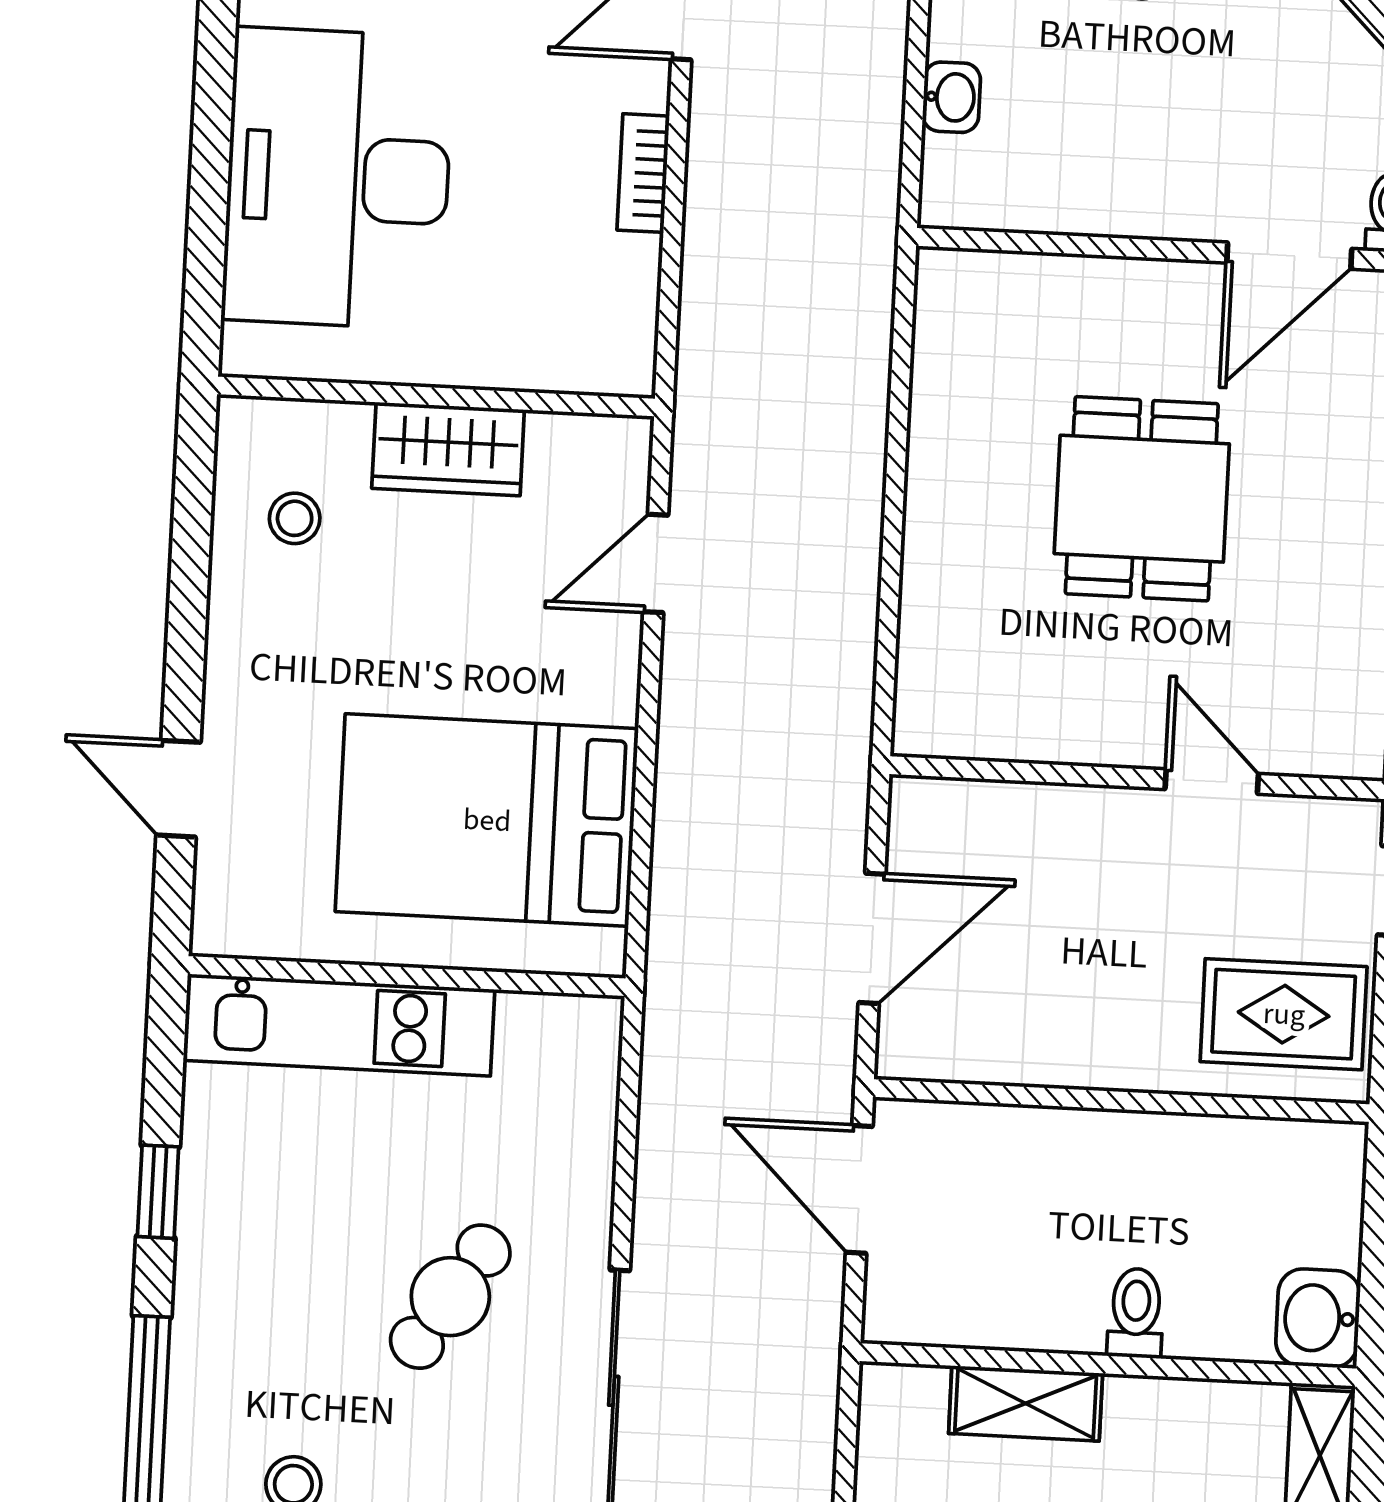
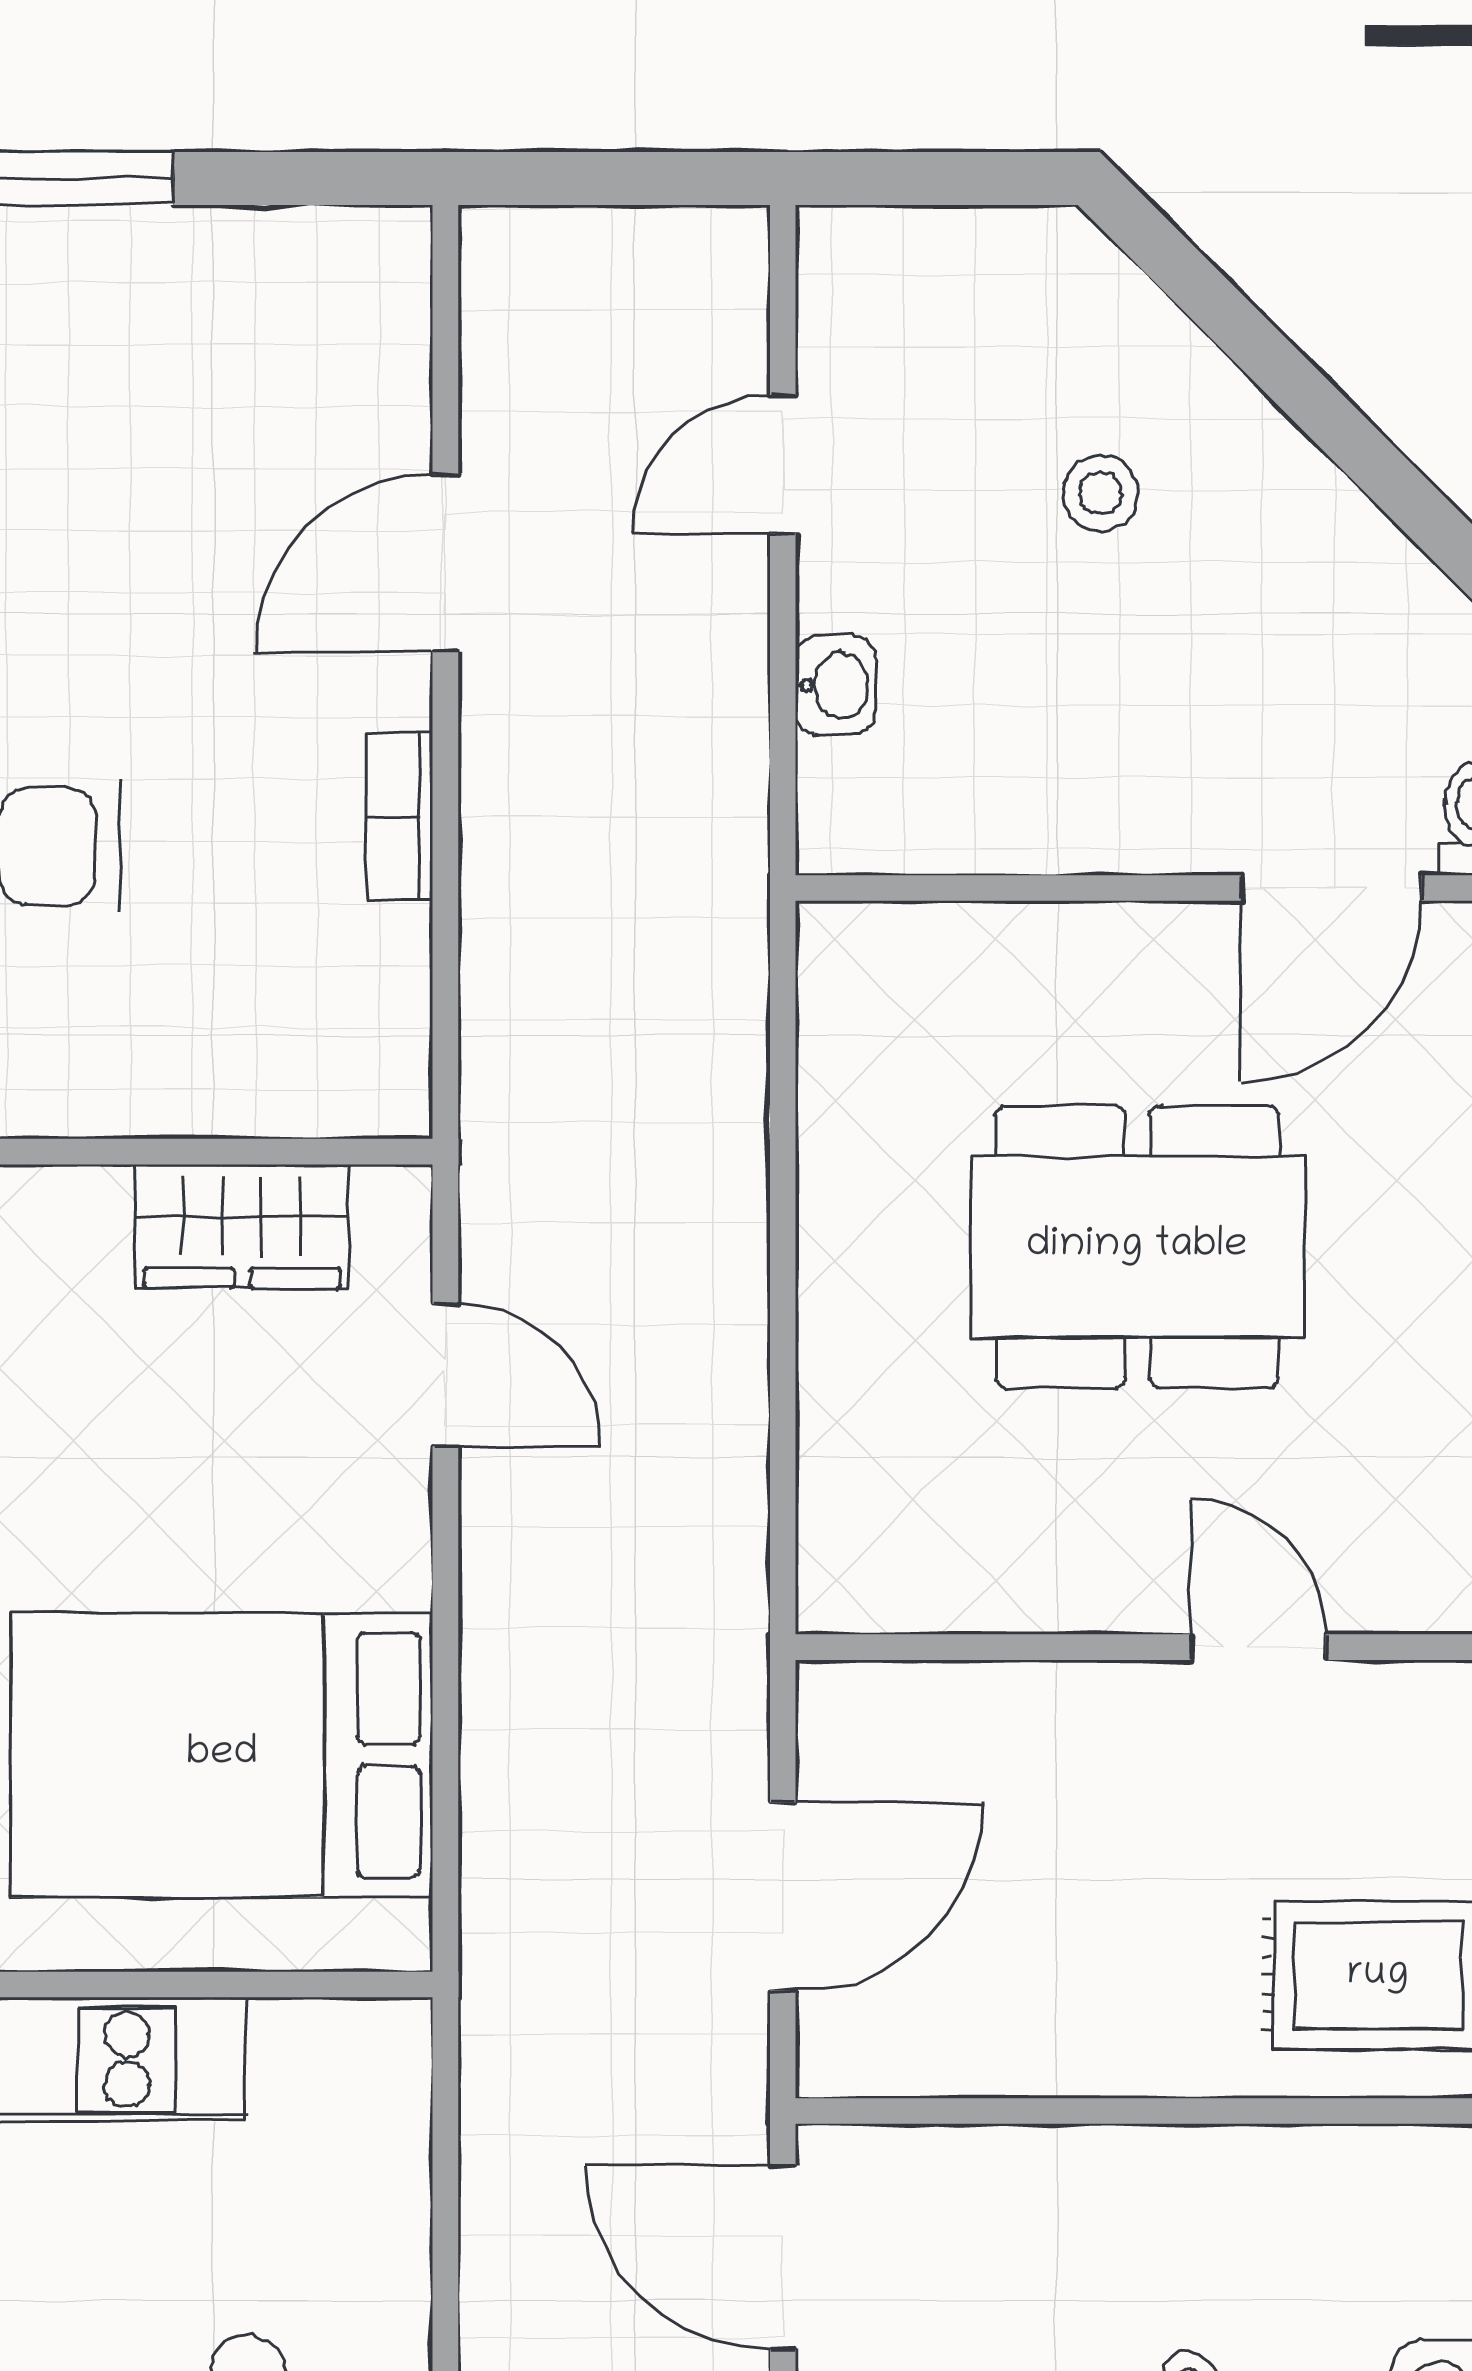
wardrobe: (448, 449) -> (242, 1226), moved
dining table: (1142, 499) -> (1137, 1247), width x1.38
door: (656, 563) -> (445, 1375), swing flipped

